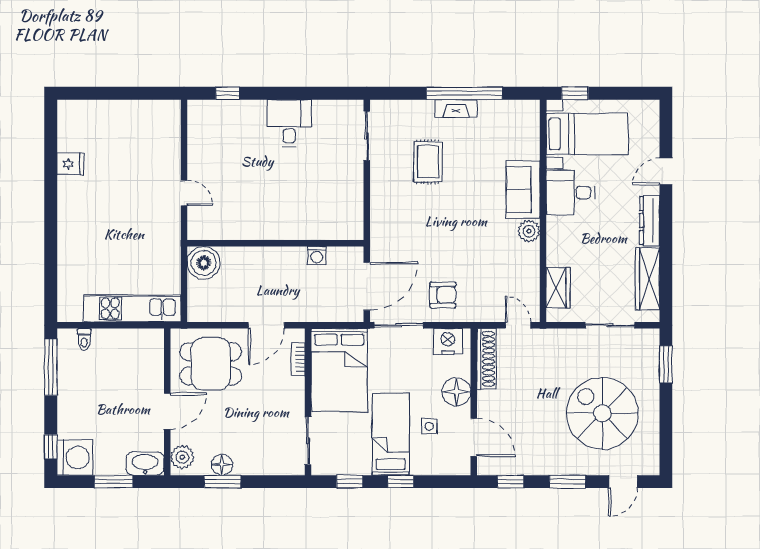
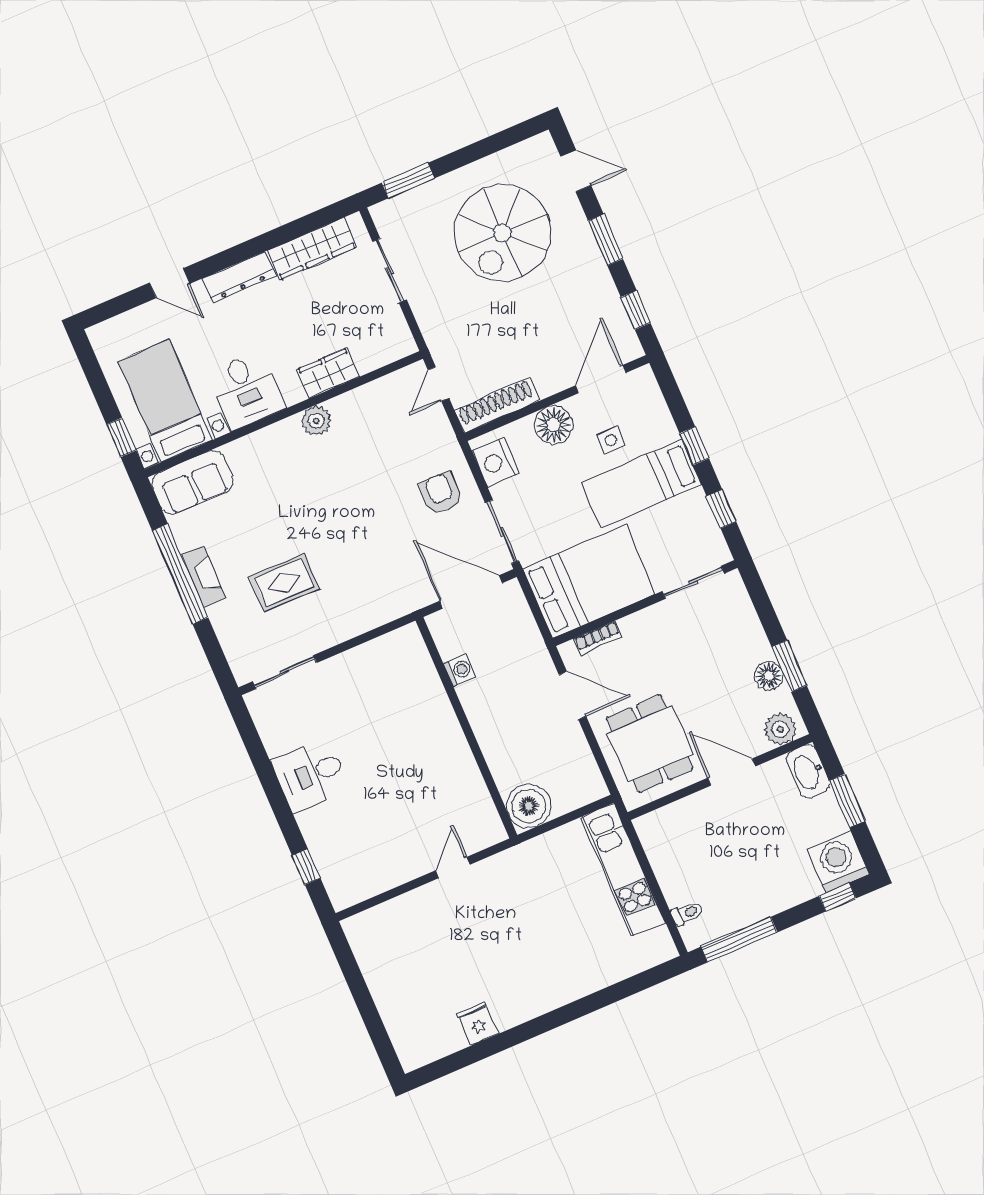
sofa: (523, 189) -> (192, 483), moved
wardrobe: (558, 288) -> (328, 373), moved

